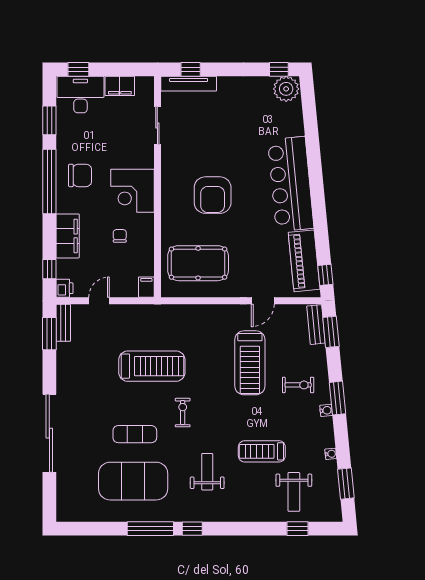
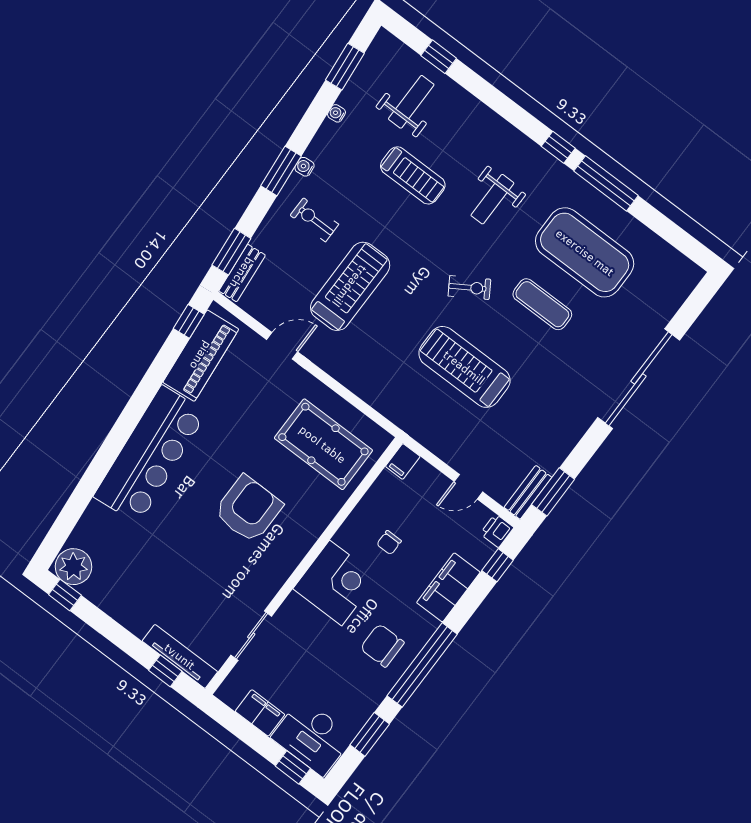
exercise bike: (183, 413) -> (469, 288), turned -122

